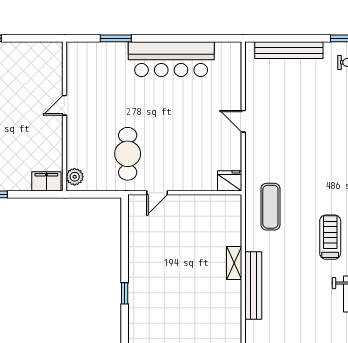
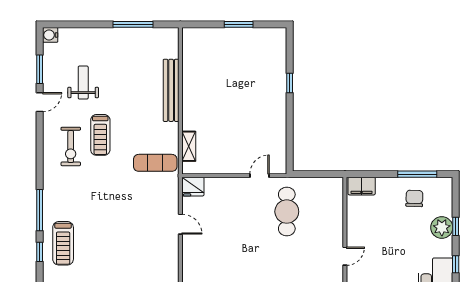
door: (243, 121) -> (180, 224), moved
plant: (75, 177) -> (336, 190), removed
exercise mat: (270, 207) -> (155, 163), turned 90
shelving: (234, 263) -> (189, 146), moved

